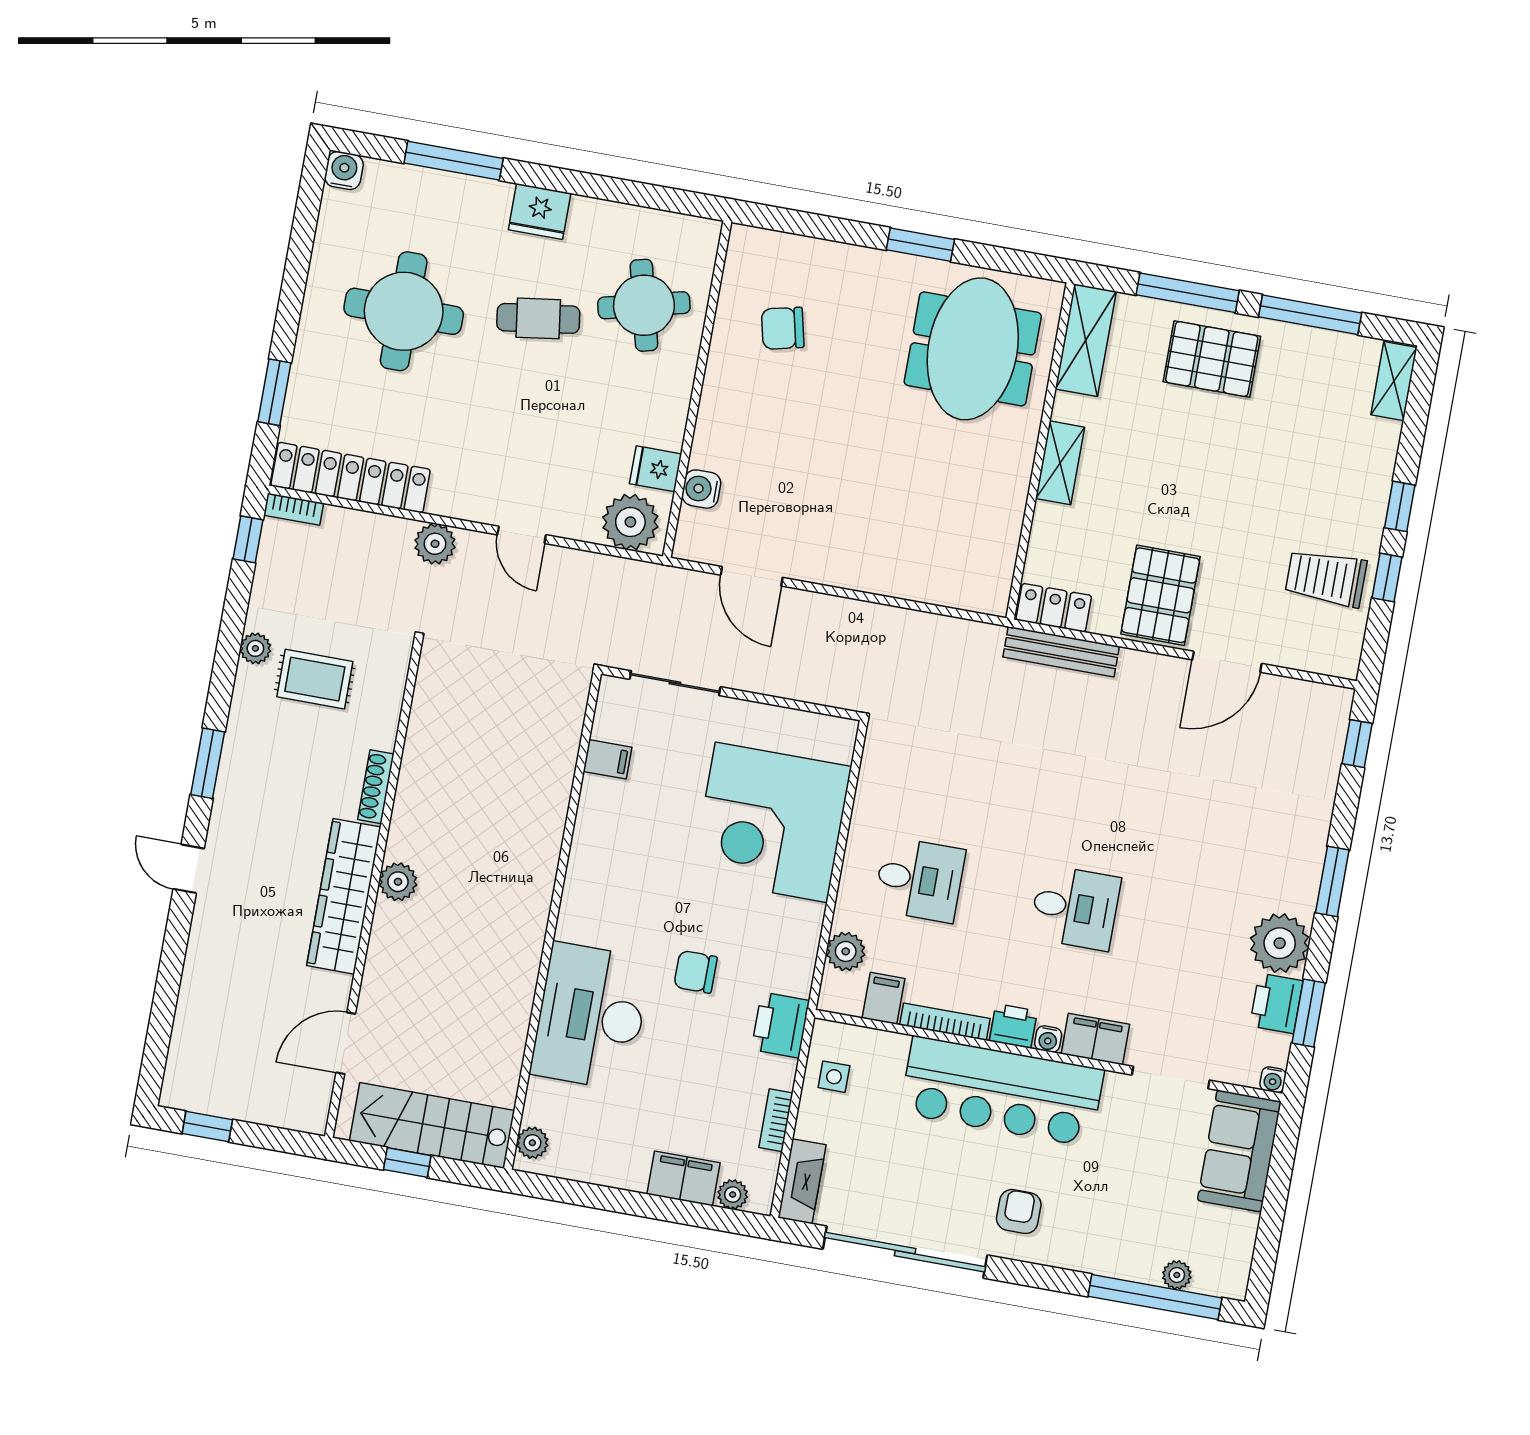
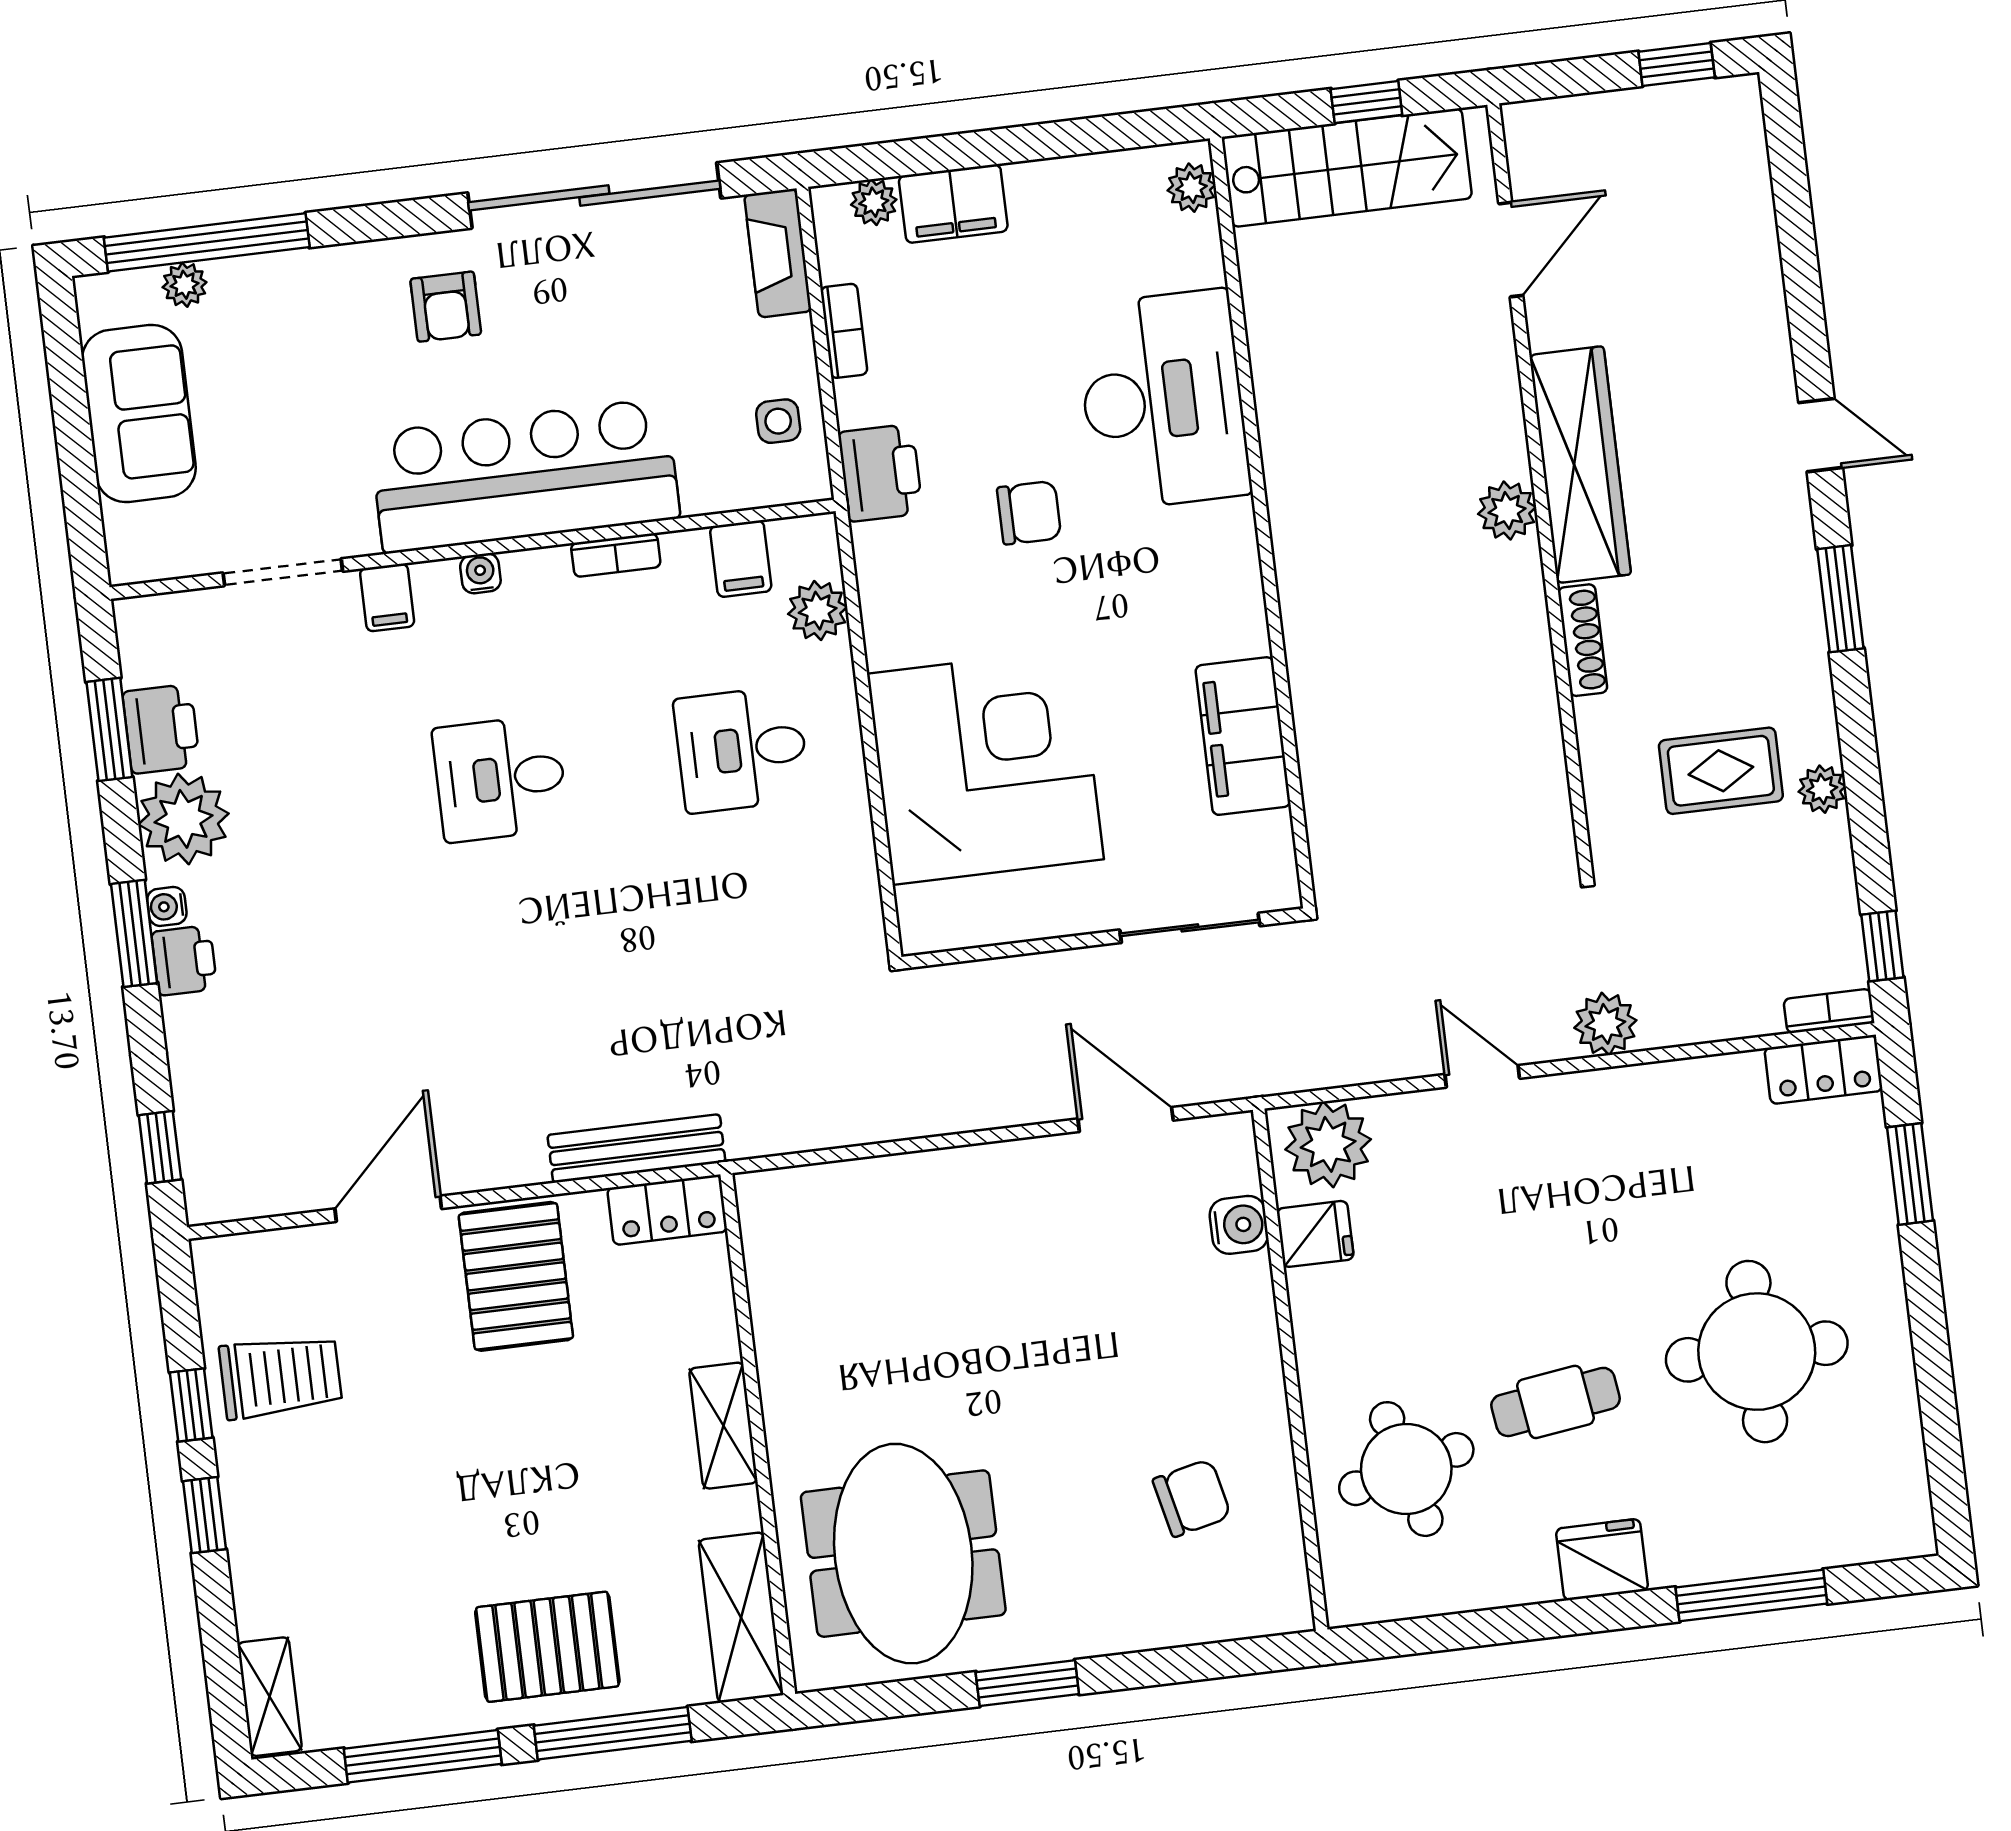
water cooler: (344, 171) -> (1908, 1531), removed
locker: (351, 478) -> (1823, 1069), width x0.46, depth x0.83
filing cabinet: (607, 759) -> (1243, 736), width x3.00, depth x1.17
bookcase: (945, 1022) -> (616, 555), width x0.64
printer: (1013, 1026) -> (184, 960), moved, turned -90
filing cabinet: (1095, 1039) -> (387, 597), width x0.50
water cooler: (1273, 1080) -> (167, 906), moved, turned -90
sofa: (1239, 1151) -> (139, 414), moved

